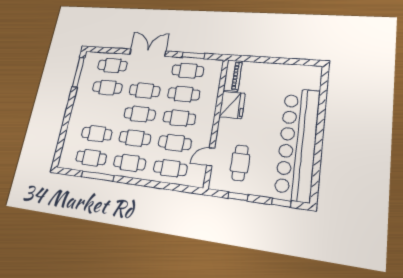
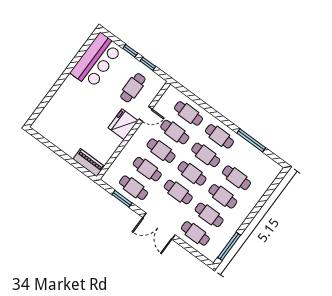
piano: (233, 76) -> (89, 163), moved, turned 90
fridge: (232, 105) -> (123, 124), moved
bar counter: (298, 143) -> (96, 61), width x0.54
door: (211, 157) -> (146, 114), moved
cafe table: (91, 158) -> (223, 196), moved
window: (281, 203) -> (130, 51), moved

